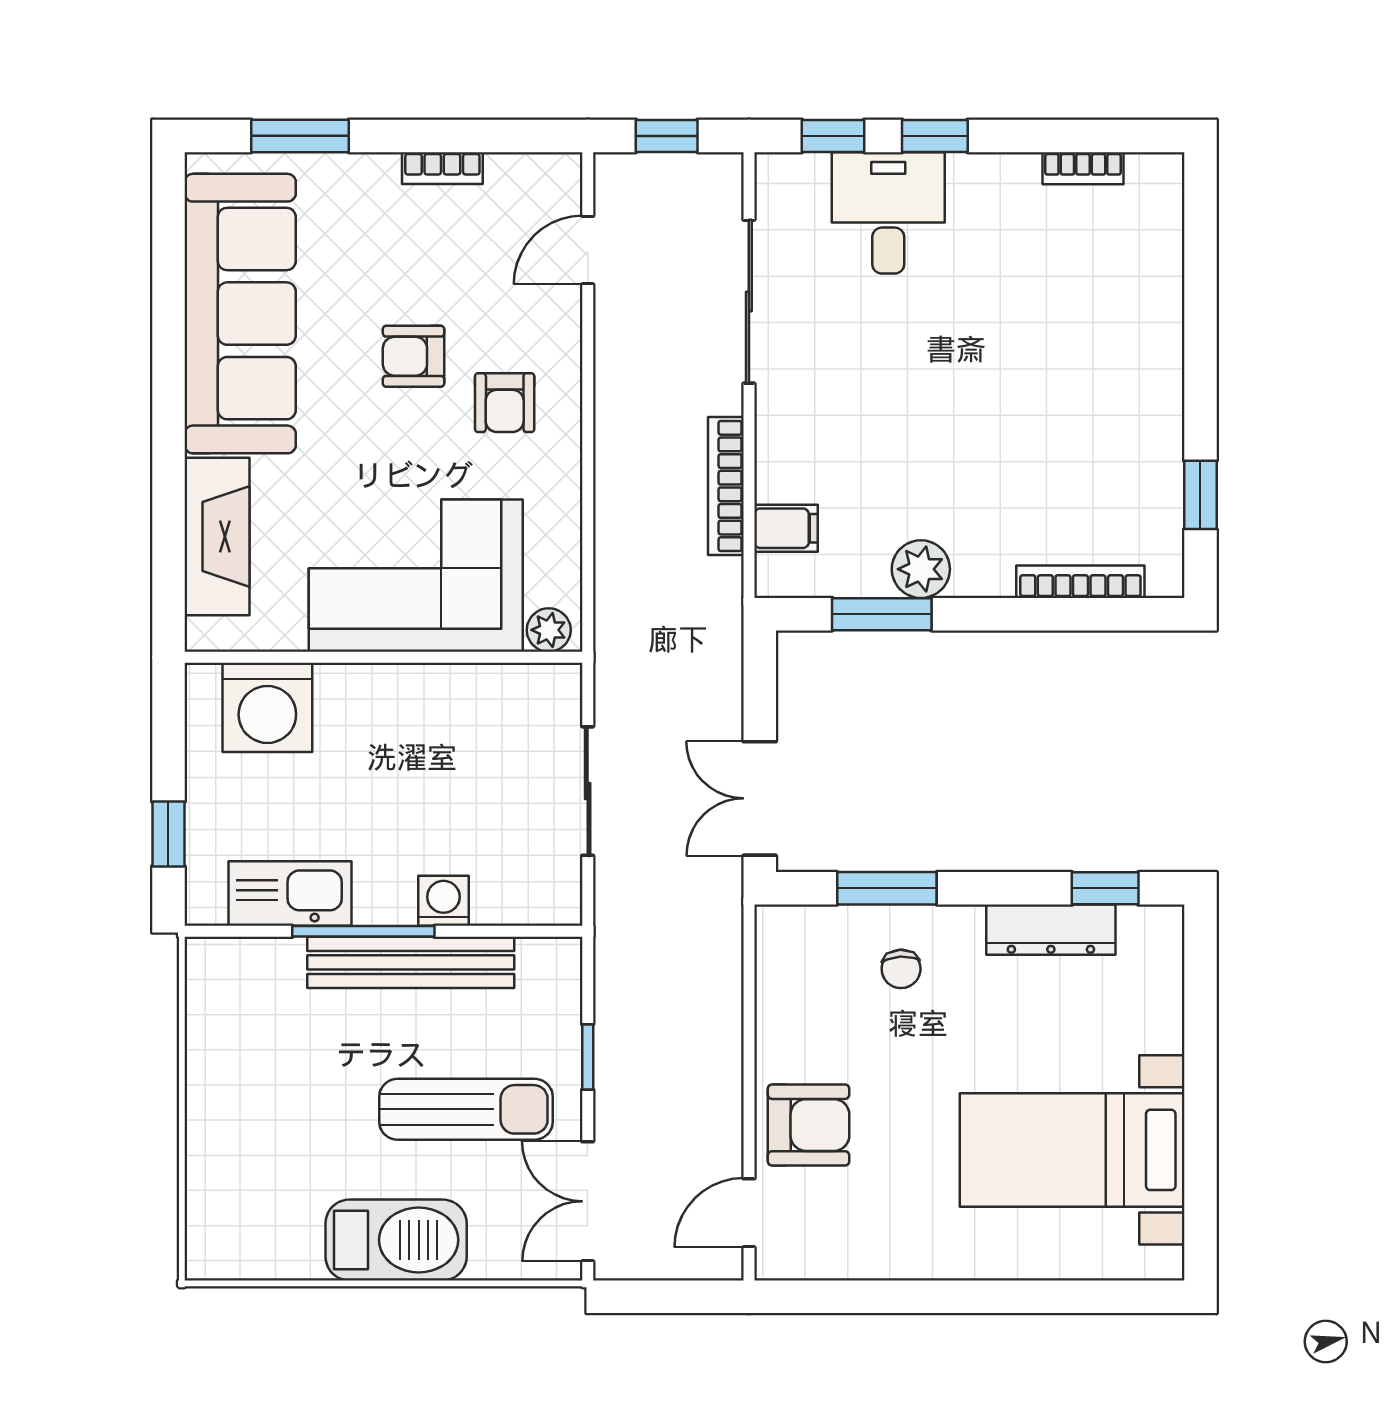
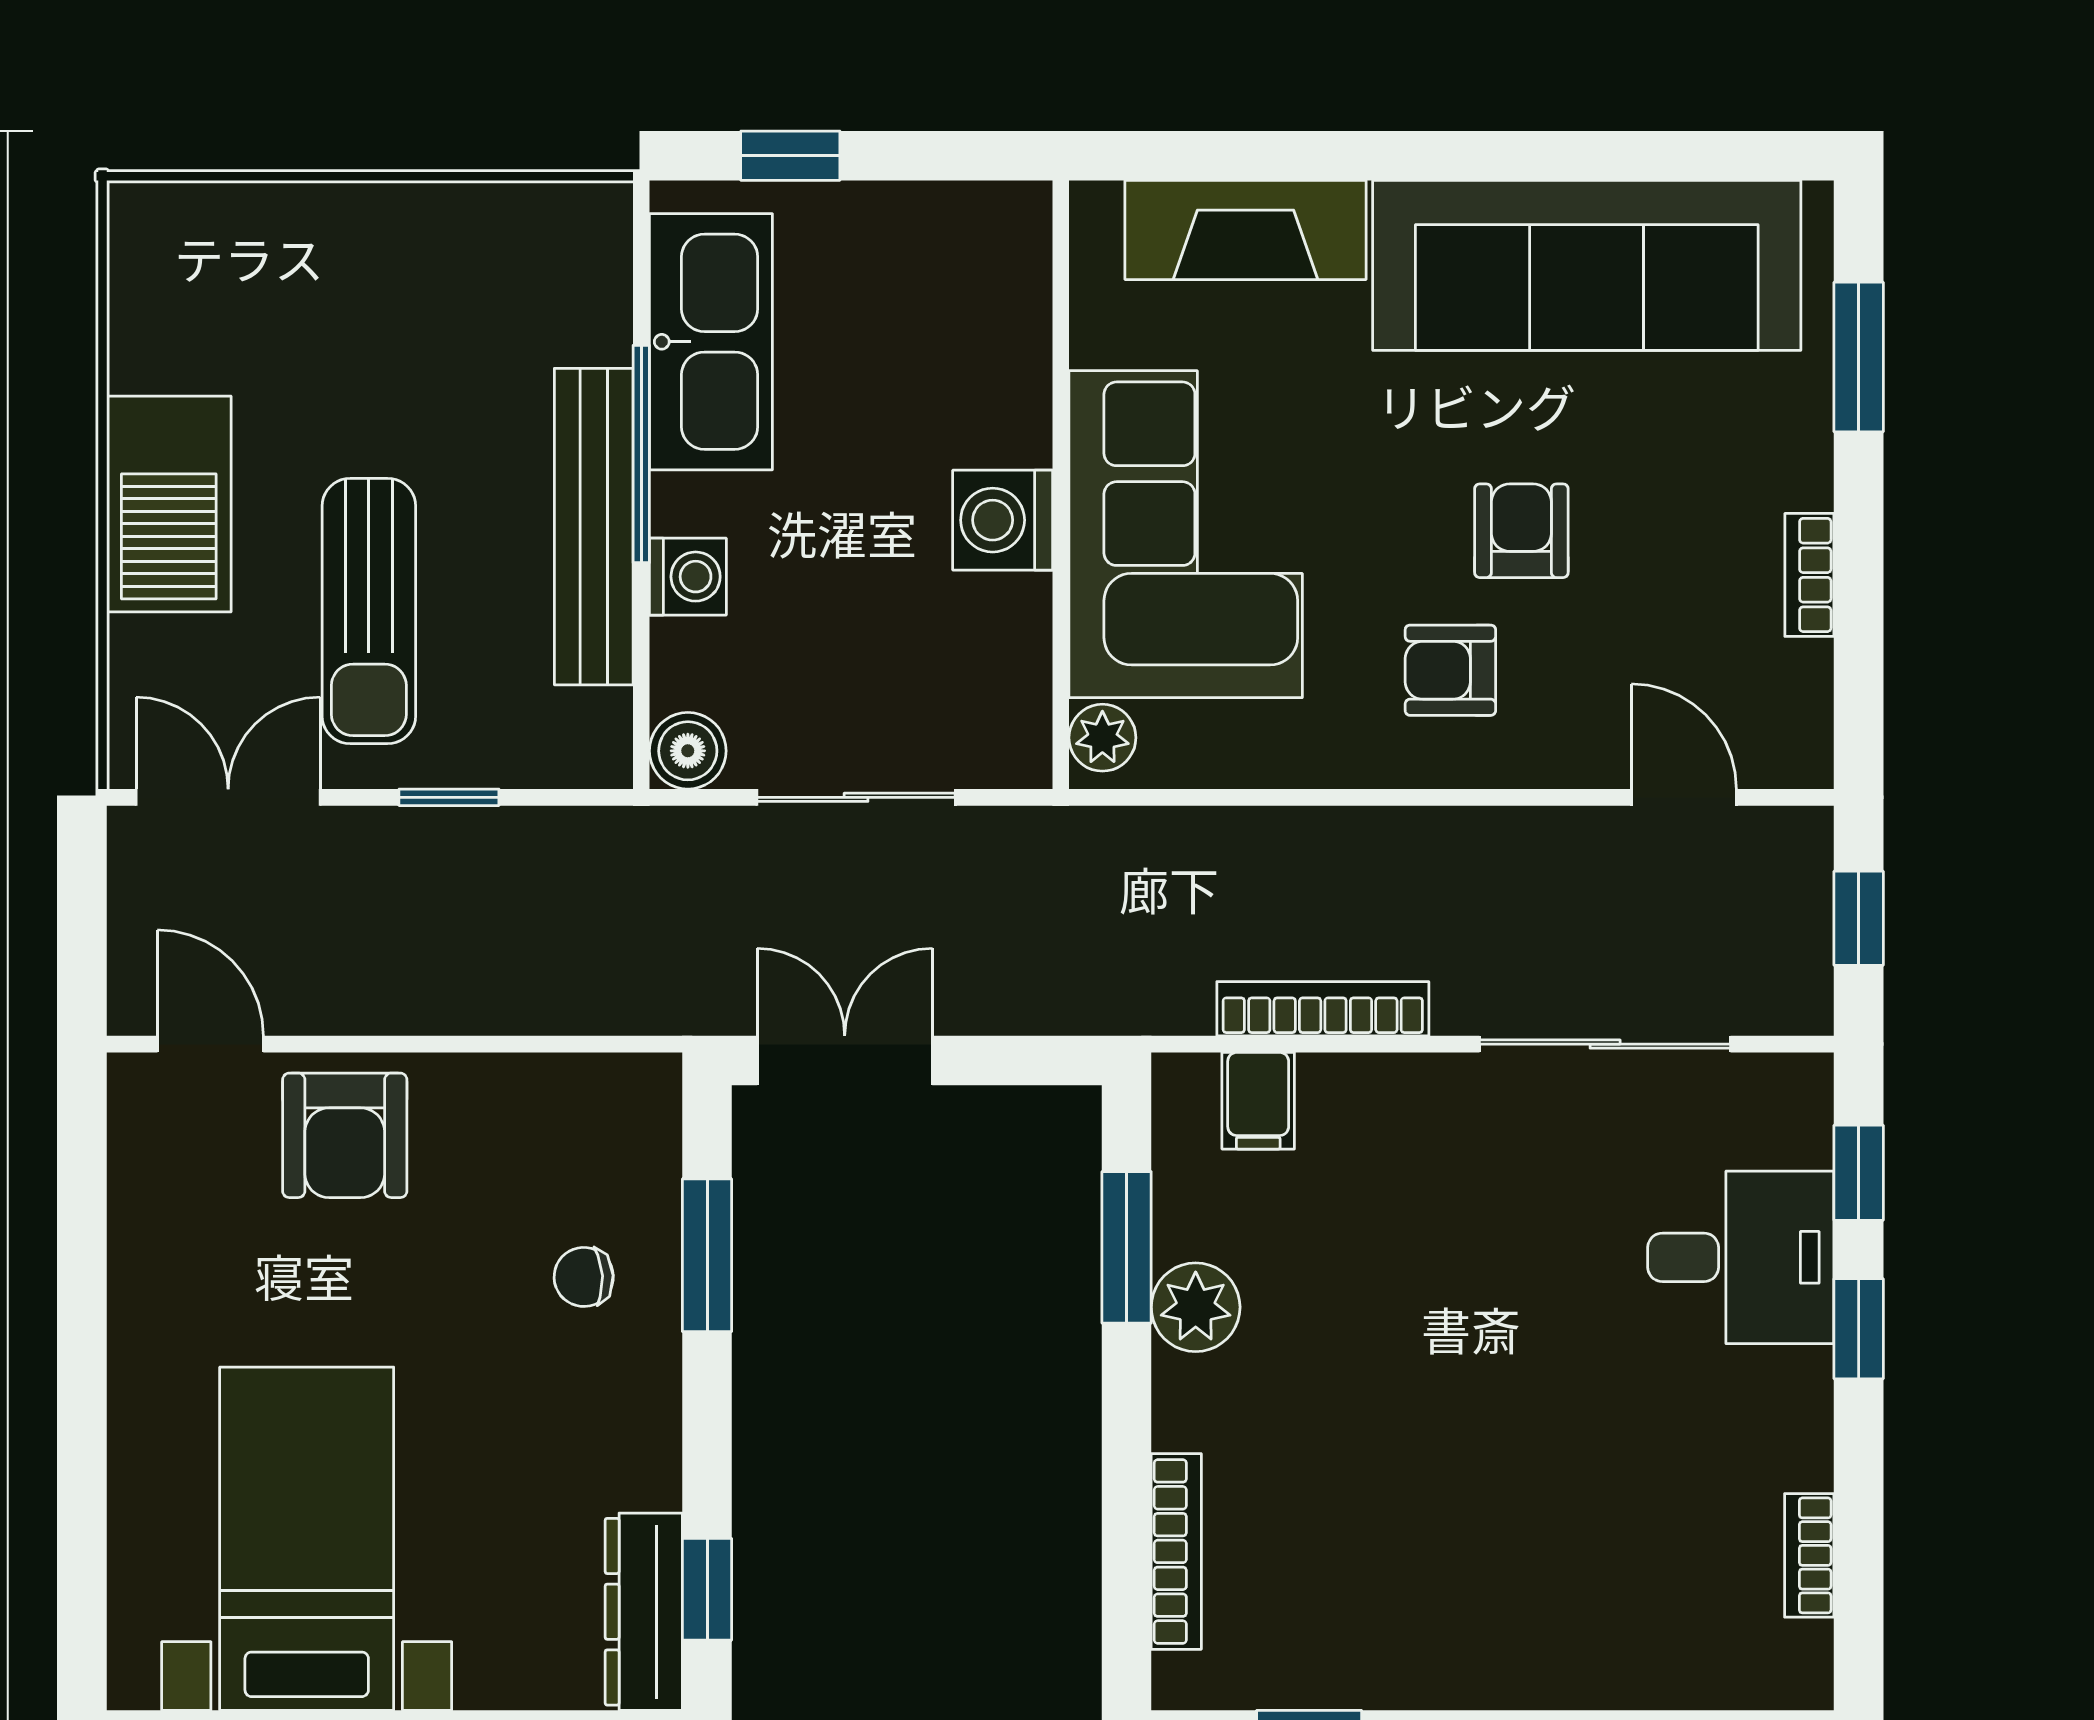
washing machine: (267, 707) -> (1003, 520), moved, width x0.73, depth x0.73
kitchen sink: (290, 894) -> (711, 342), width x1.36, depth x1.24
boiler: (557, 901) -> (688, 751), added
dresser: (1051, 930) -> (644, 1612), moved

